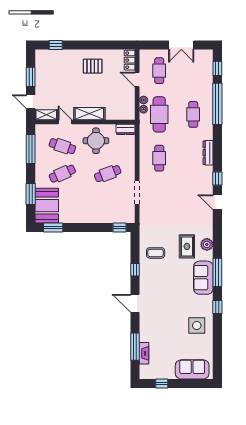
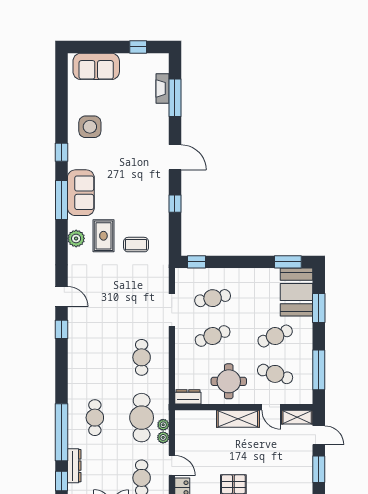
dresser: (208, 153) -> (74, 466), moved
cafe table: (108, 201) -> (213, 298), added
coffee table: (156, 253) -> (136, 245), moved

